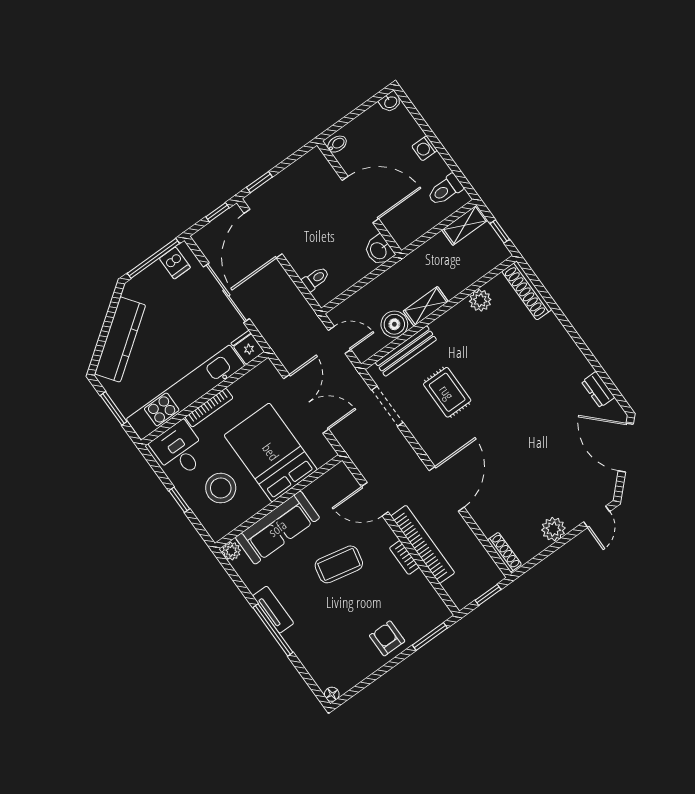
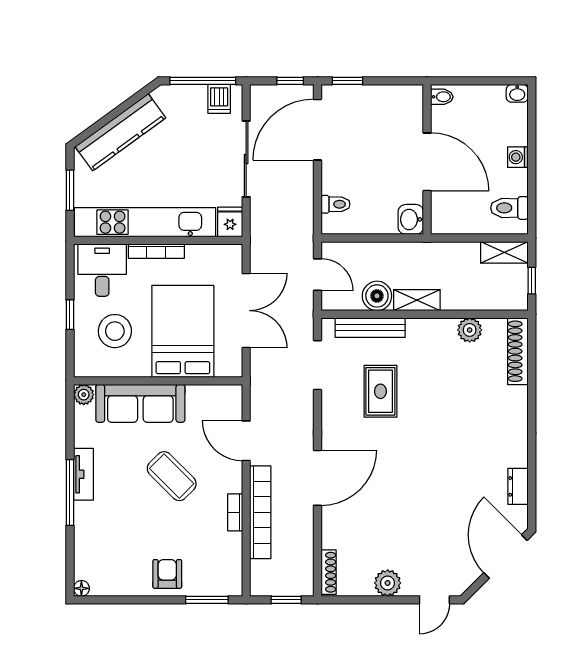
coffee table: (339, 564) -> (172, 476), turned 33

